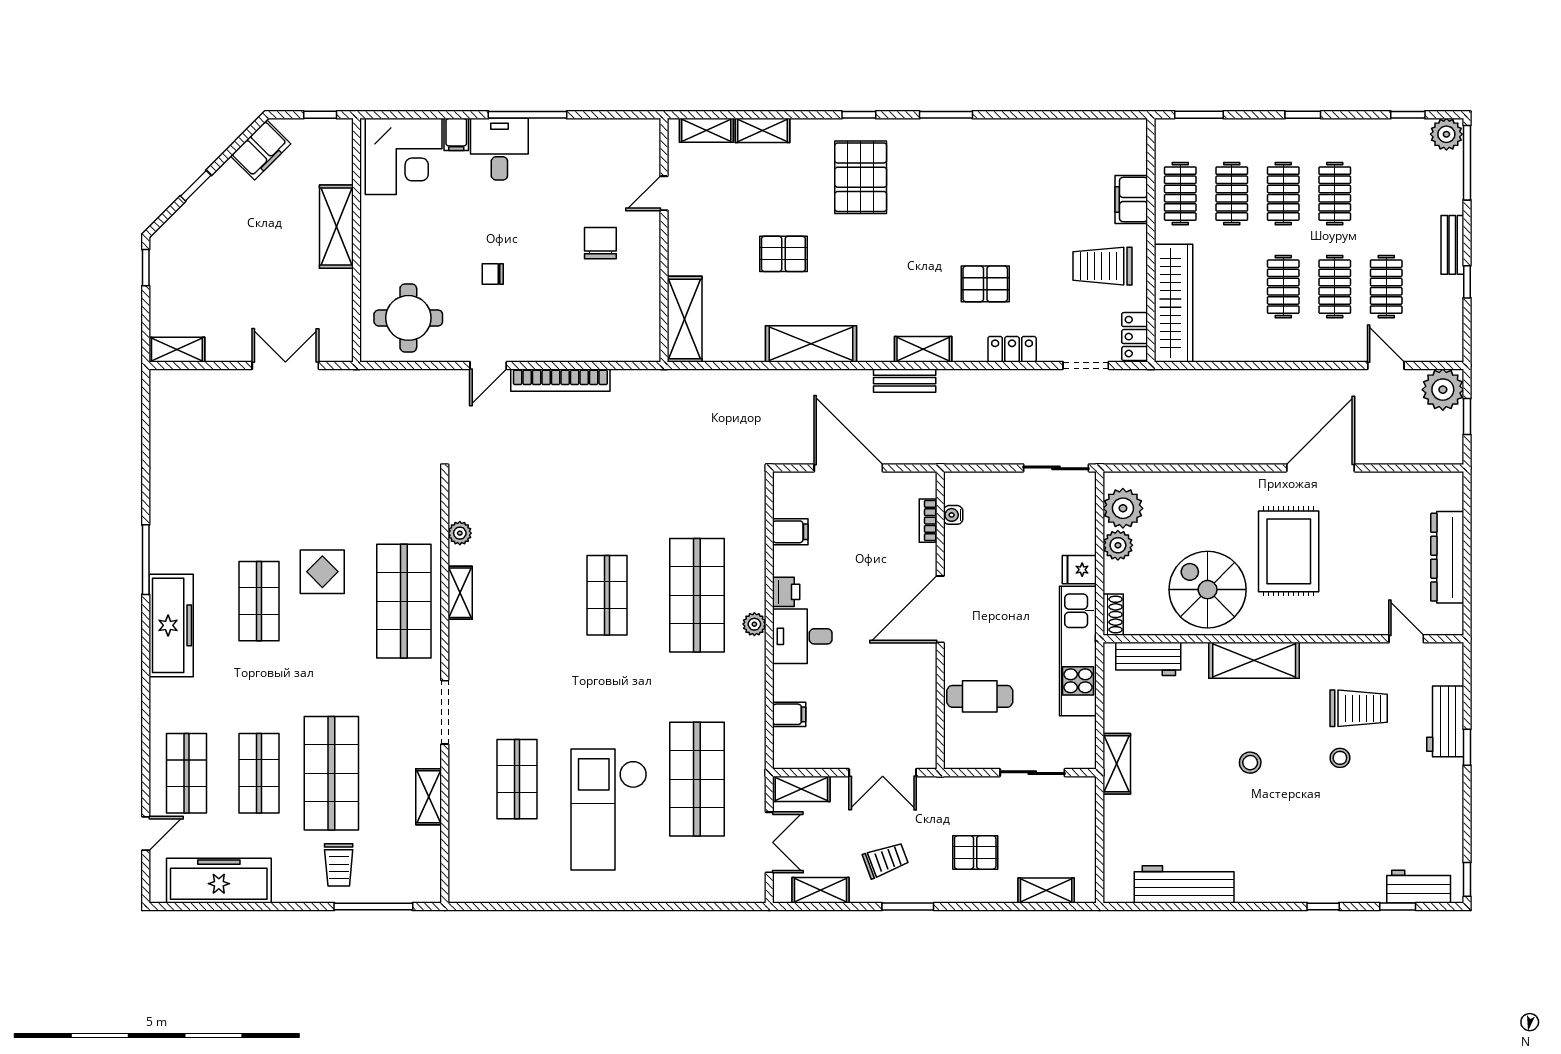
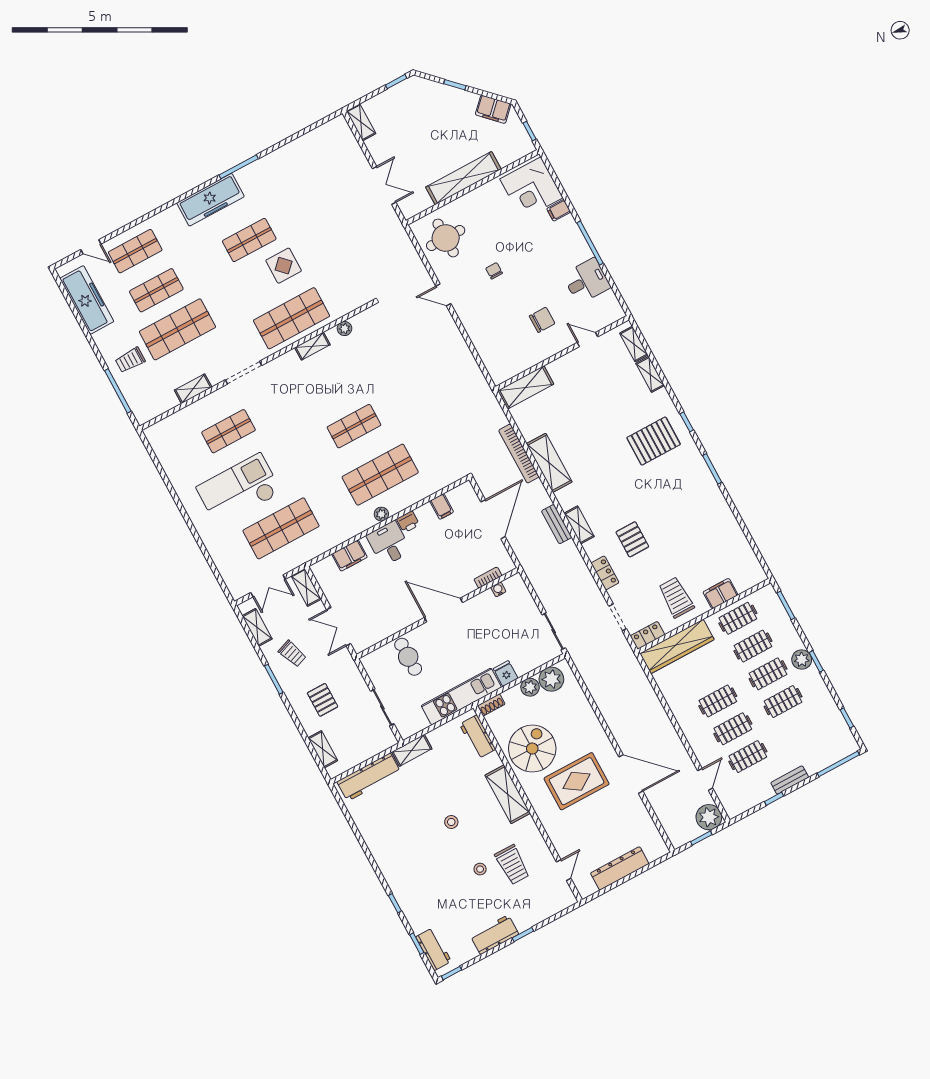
plant: (1446, 134) -> (802, 660), moved
desk: (499, 149) -> (587, 281), moved
shelving: (336, 227) -> (463, 178), width x1.47
pallet: (783, 254) -> (590, 422), removed
bookcase: (560, 380) -> (519, 454), moved
filing cabinet: (789, 714) -> (350, 556), width x2.00
workbench: (1445, 721) -> (494, 935), moved
workbench: (1184, 884) -> (369, 777), moved, turned 90

